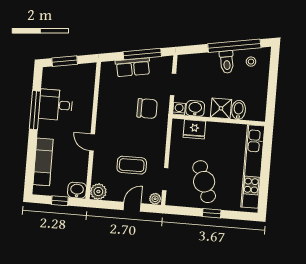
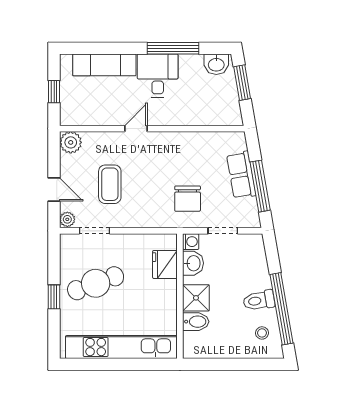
desk: (56, 105) -> (158, 76), moved
washbasin: (77, 190) -> (216, 64), moved, turned 90

